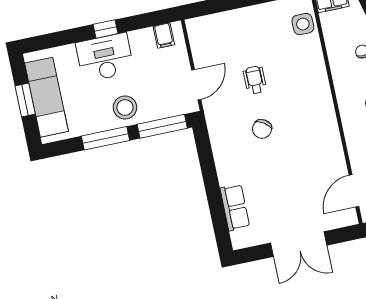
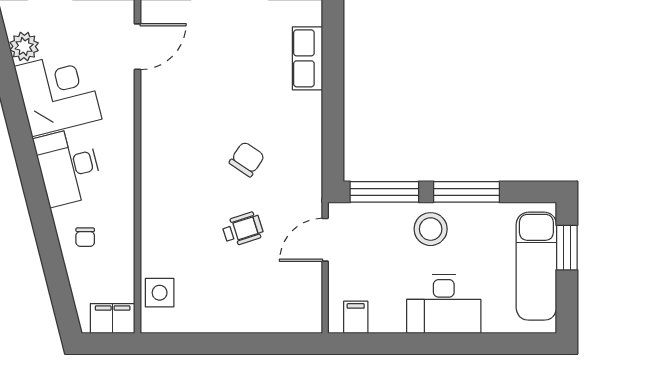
window: (105, 29) -> (435, 344), removed
wheelchair: (255, 80) -> (243, 229), turned -108
window: (25, 100) -> (567, 248), moved

